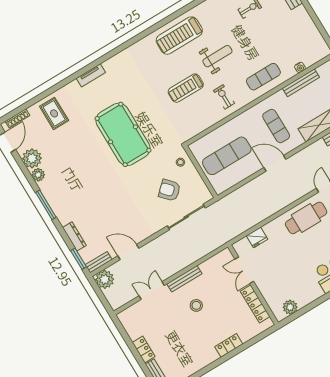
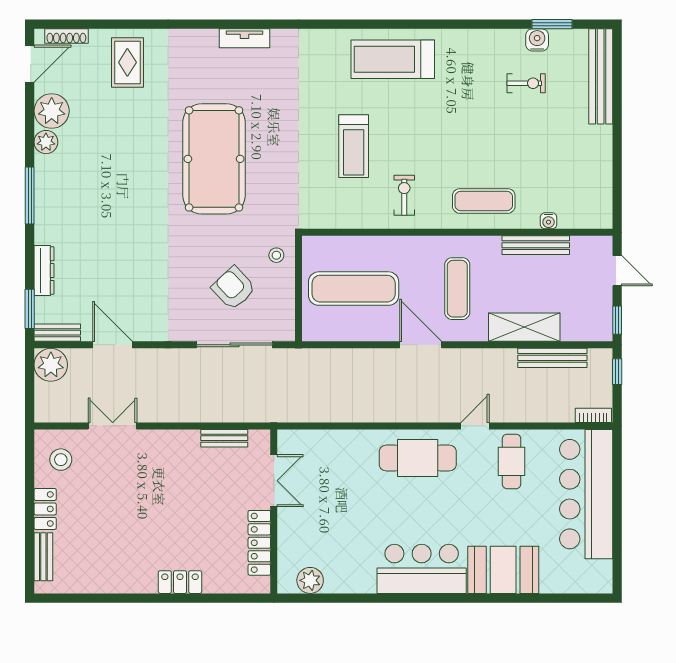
weight bench: (217, 56) -> (432, 127), removed
tv unit: (91, 75) -> (245, 38), moved
treadmill: (186, 88) -> (354, 146), turned -90
fridge: (257, 237) -> (324, 442), removed
double door: (244, 270) -> (274, 481), swing flipped
bench: (184, 279) -> (224, 438), moved, width x0.73
stool: (196, 305) -> (61, 460), moved

